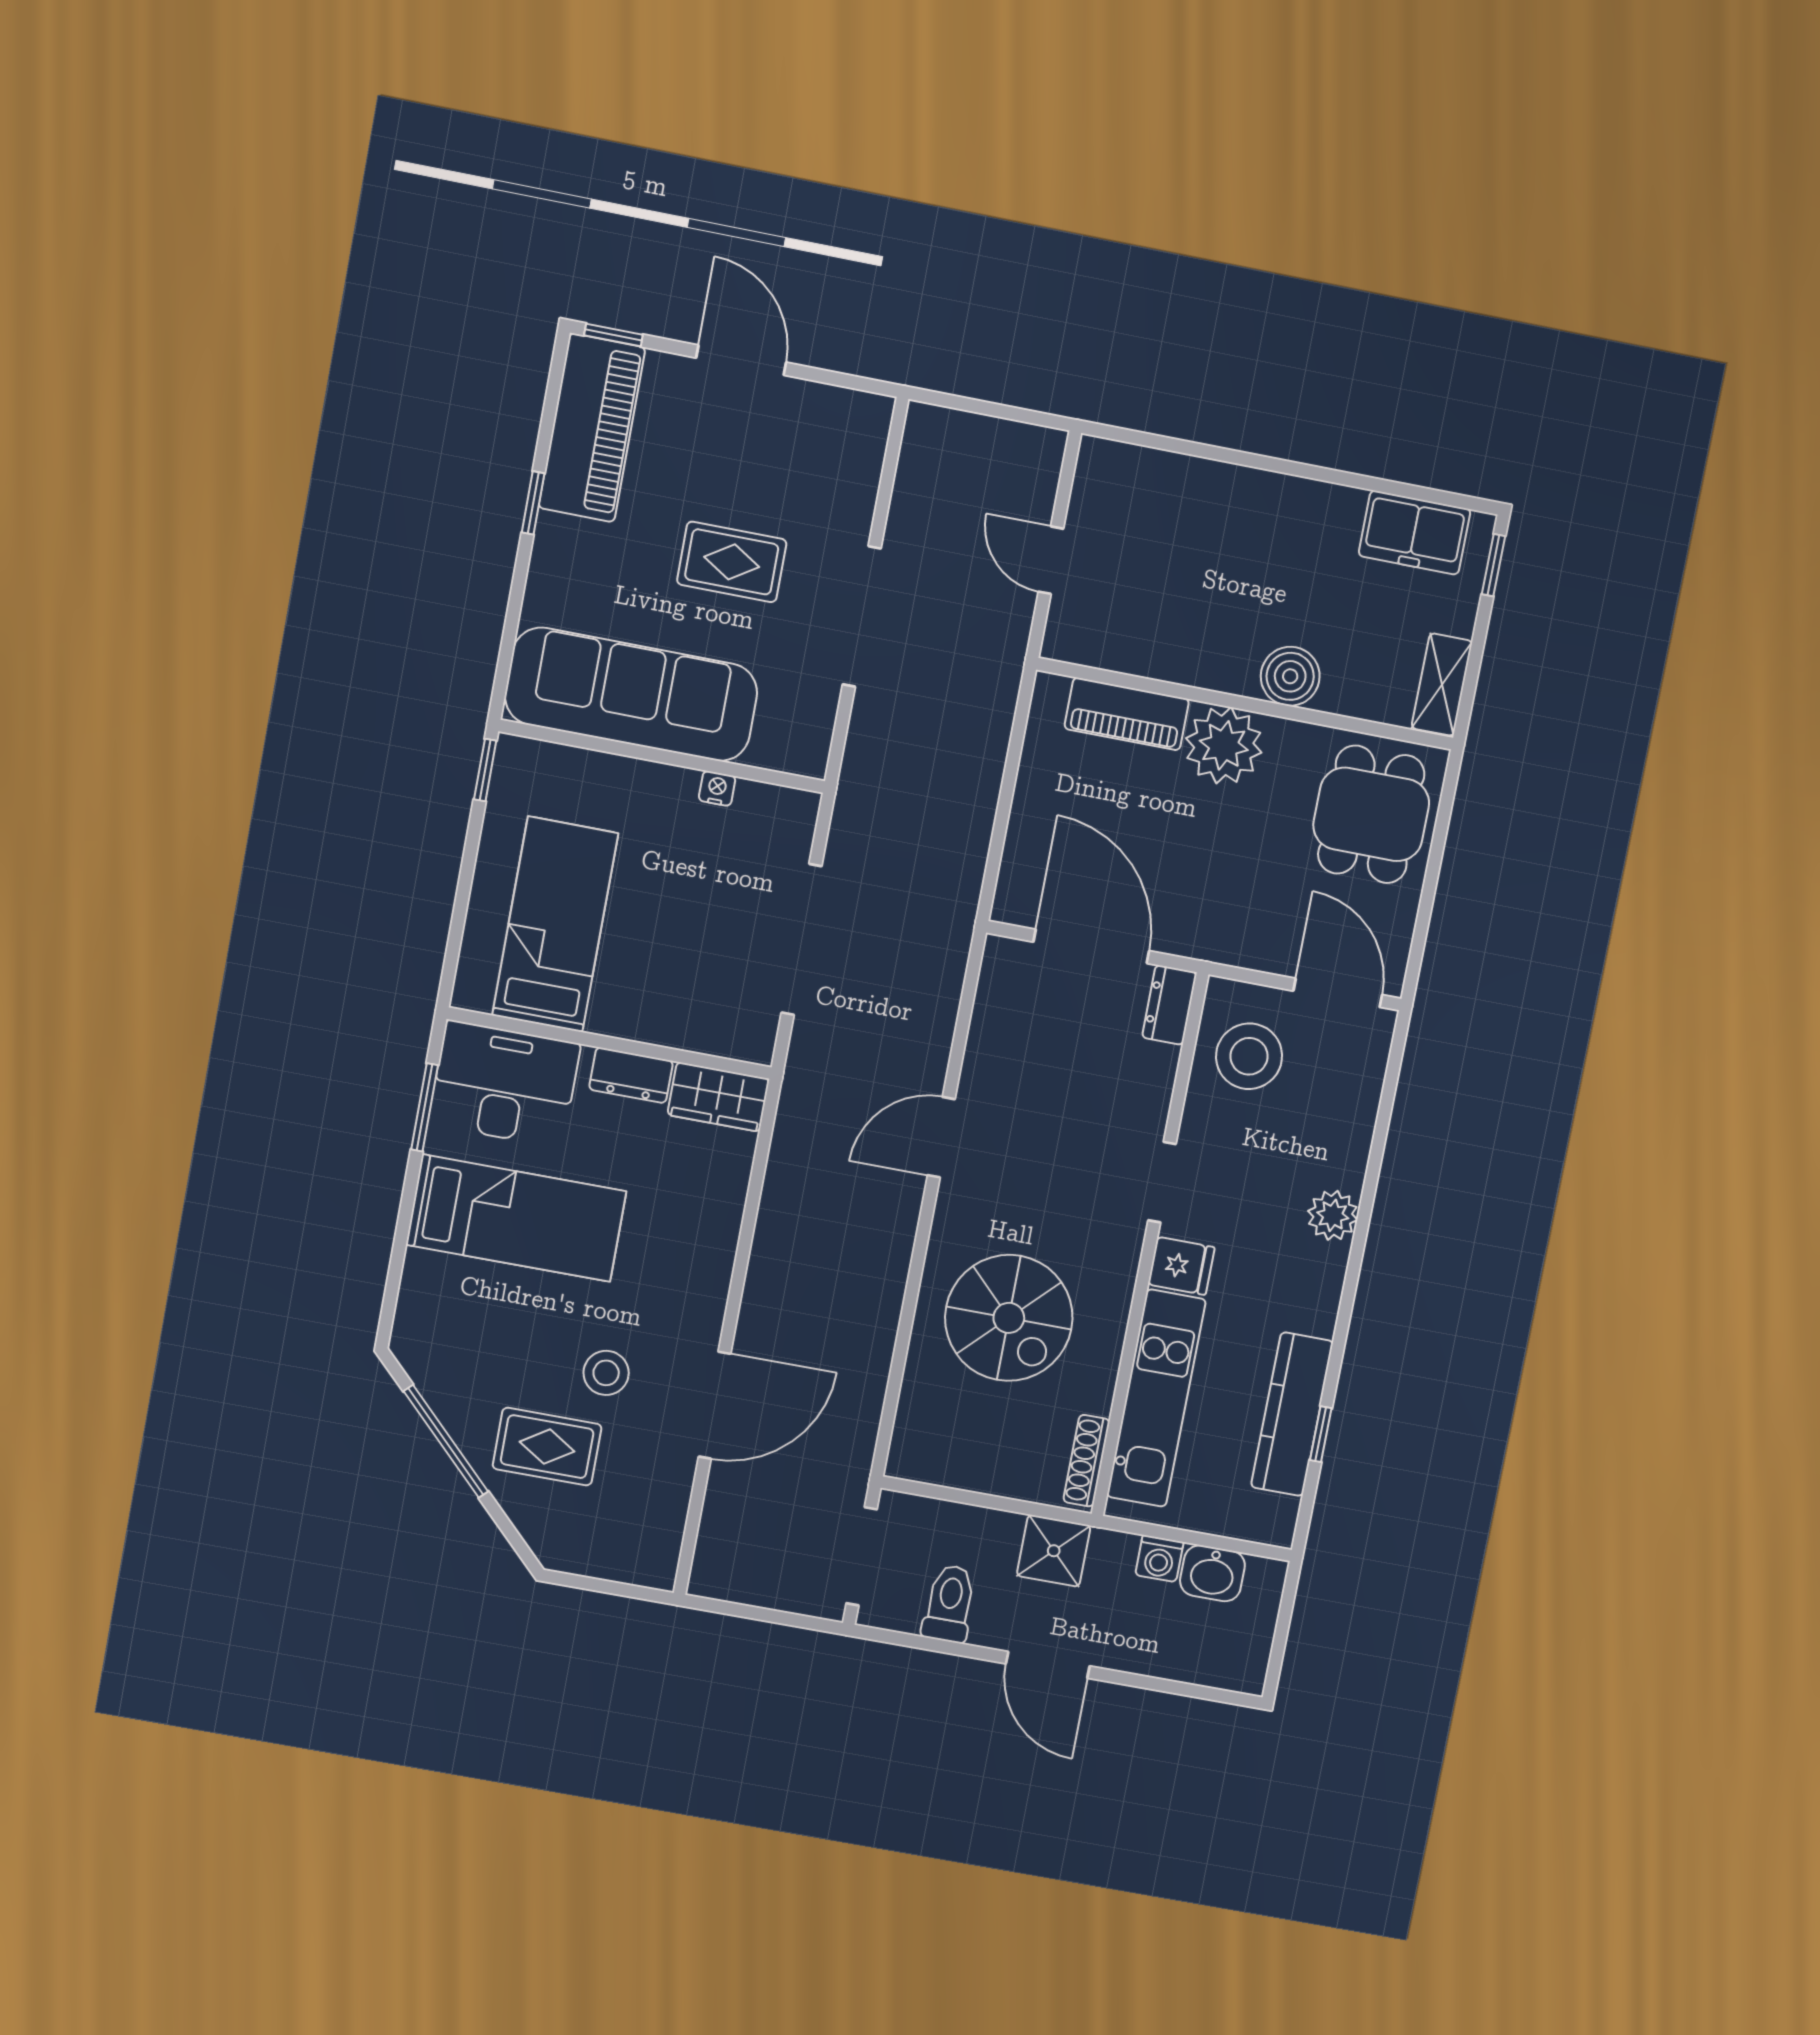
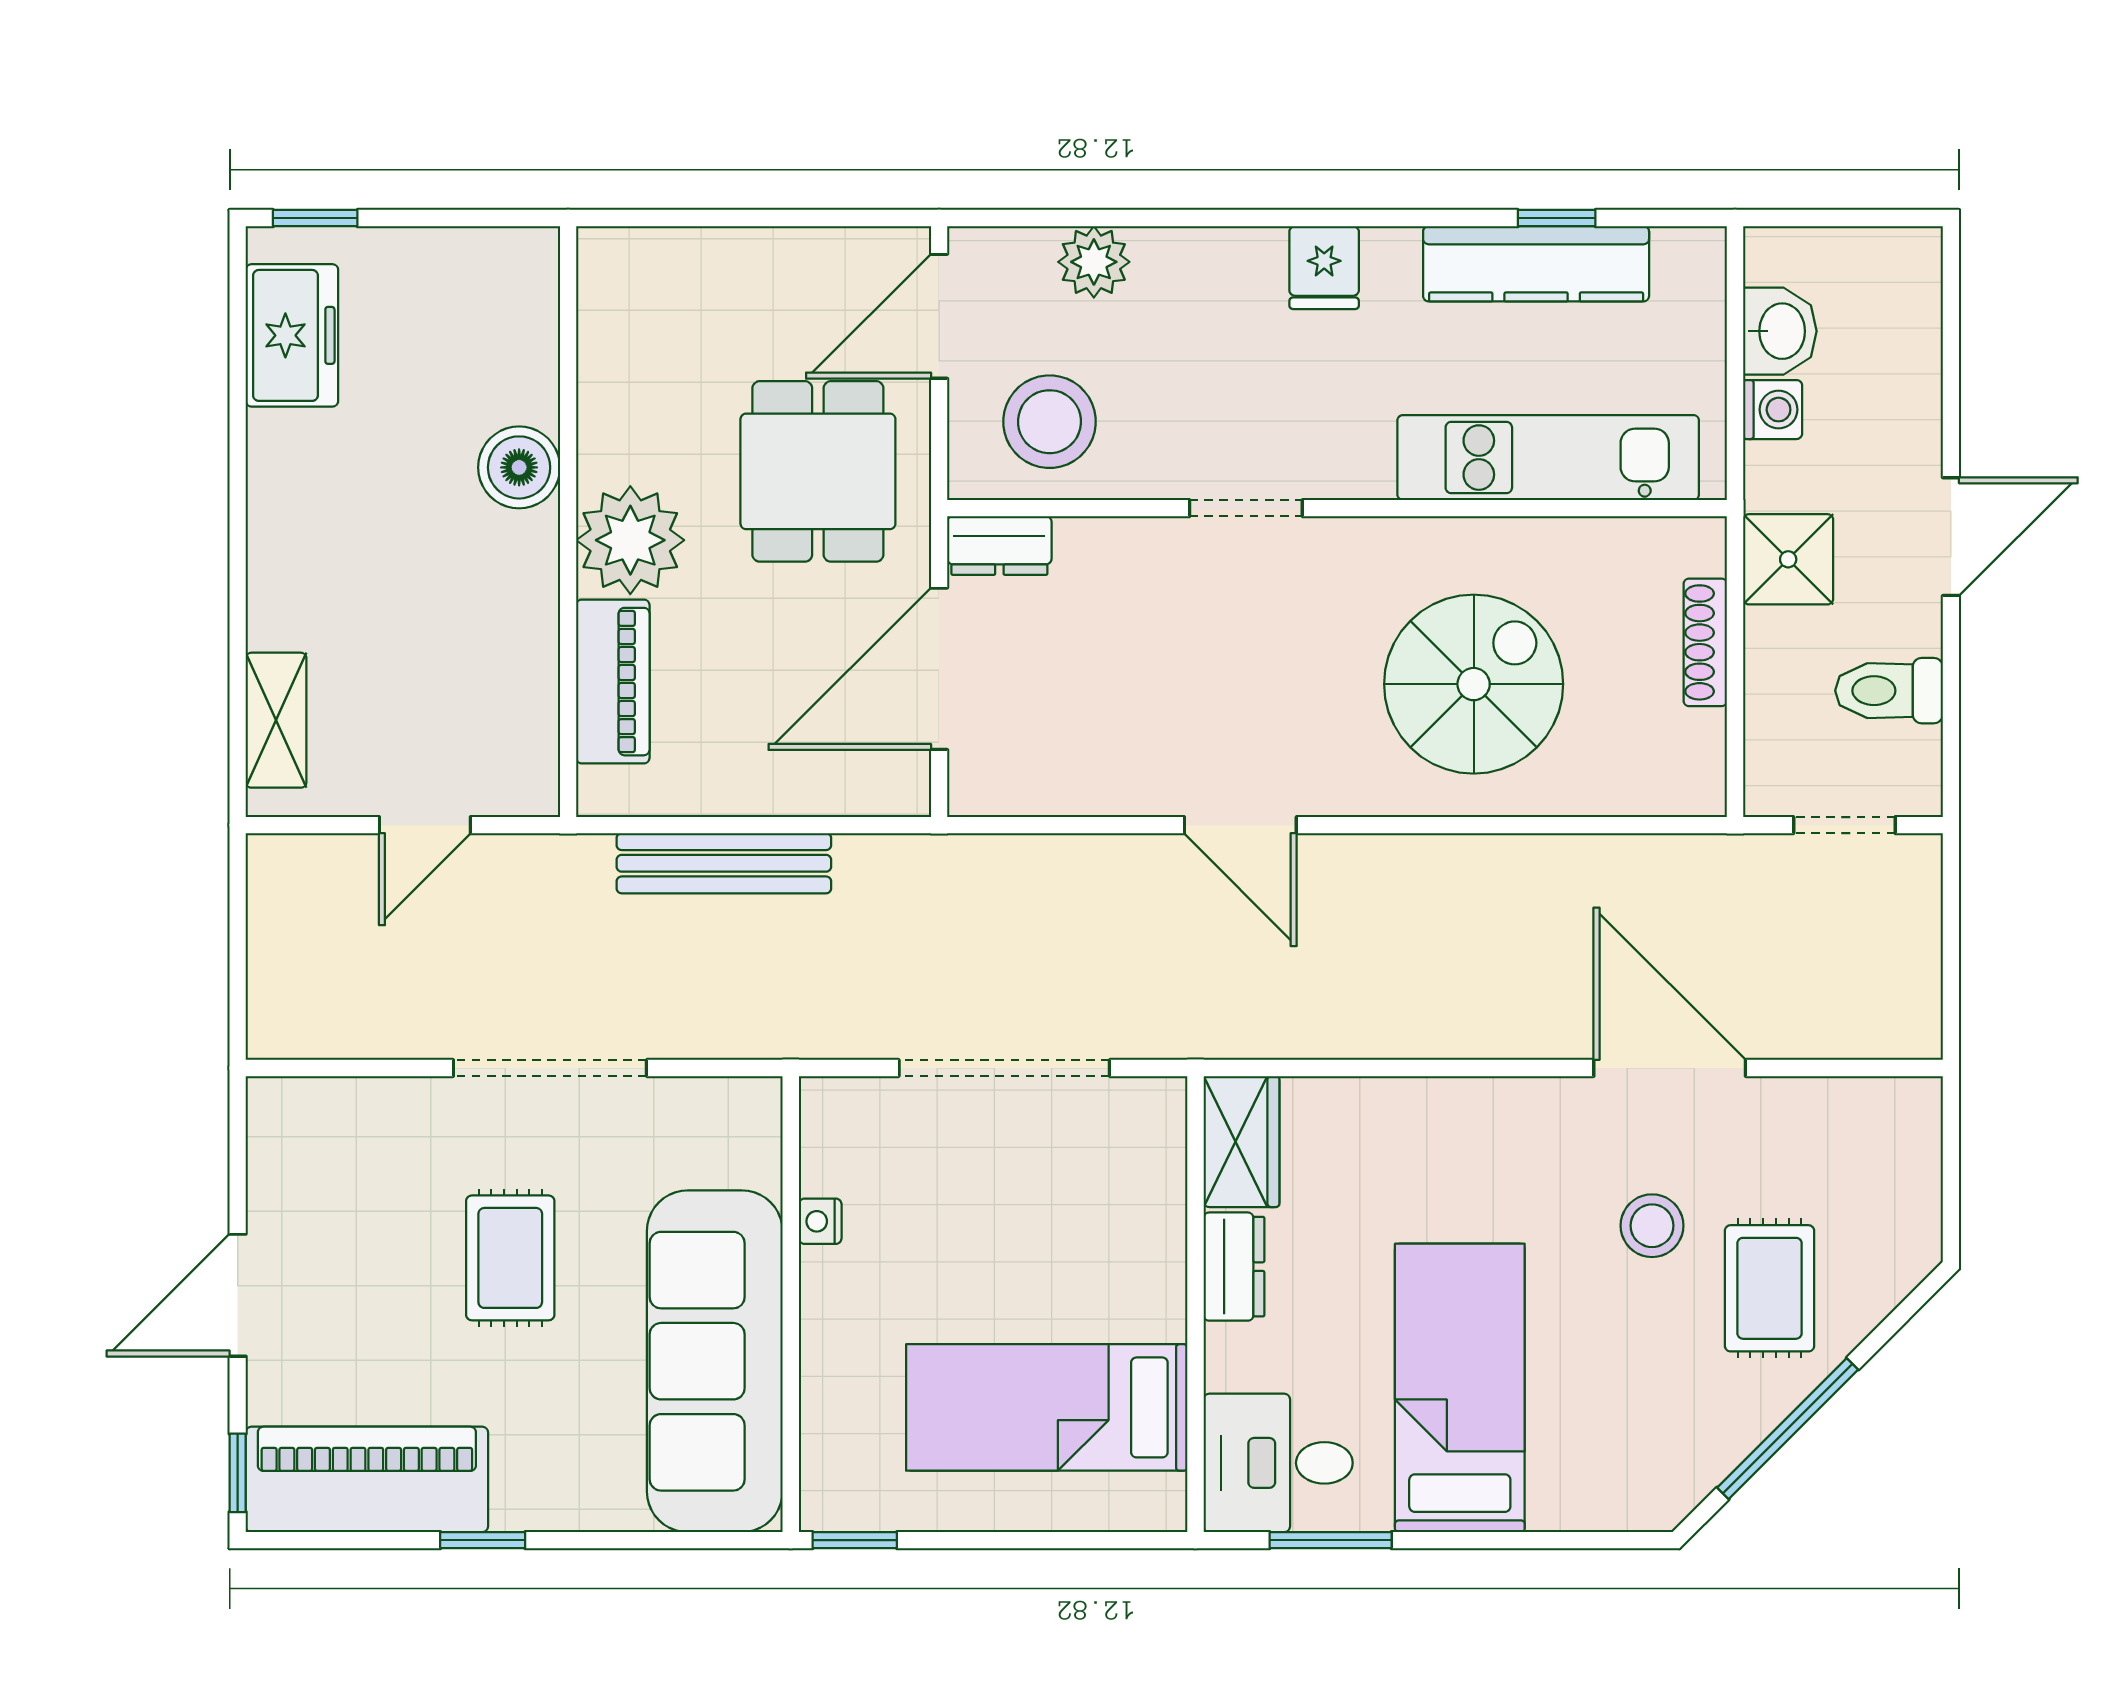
shelving: (1442, 685) -> (276, 720), moved, turned 90
bench: (983, 768) -> (724, 863), added
dining table: (1371, 814) -> (818, 471), moved, turned 90
desk: (504, 1084) -> (1278, 1463), width x0.73
plant: (1333, 1215) -> (1094, 262), moved
fridge: (1181, 1266) -> (1324, 268), moved, turned 180
shoe rack: (1086, 1461) -> (1705, 642), moved, turned 90
doorway: (862, 1556) -> (1844, 825), width x0.73

